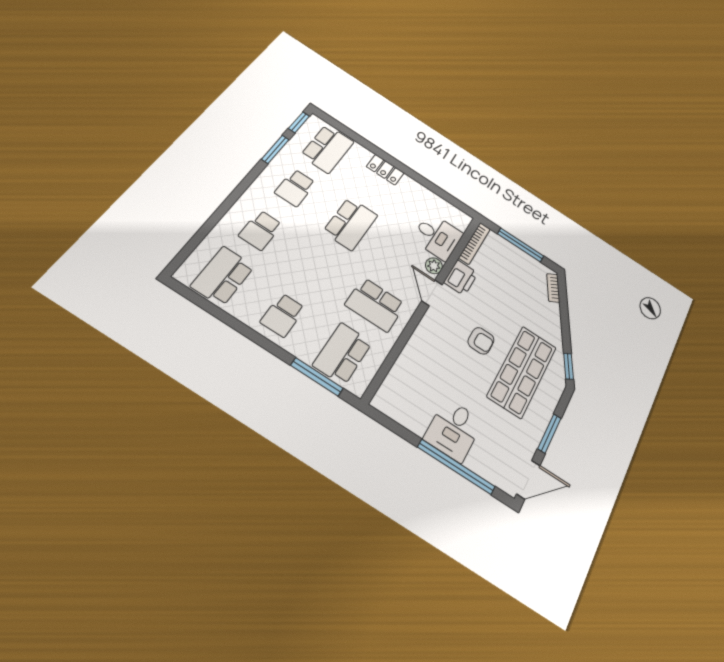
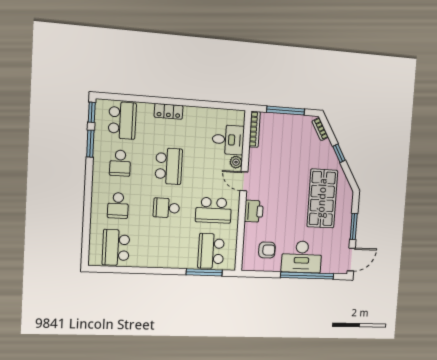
printer: (461, 278) -> (254, 211), moved
school desk: (283, 315) -> (166, 208), moved, turned 90
armchair: (481, 341) -> (267, 250), moved
window: (569, 366) -> (339, 153), moved
desk: (454, 430) -> (302, 257), width x1.37

